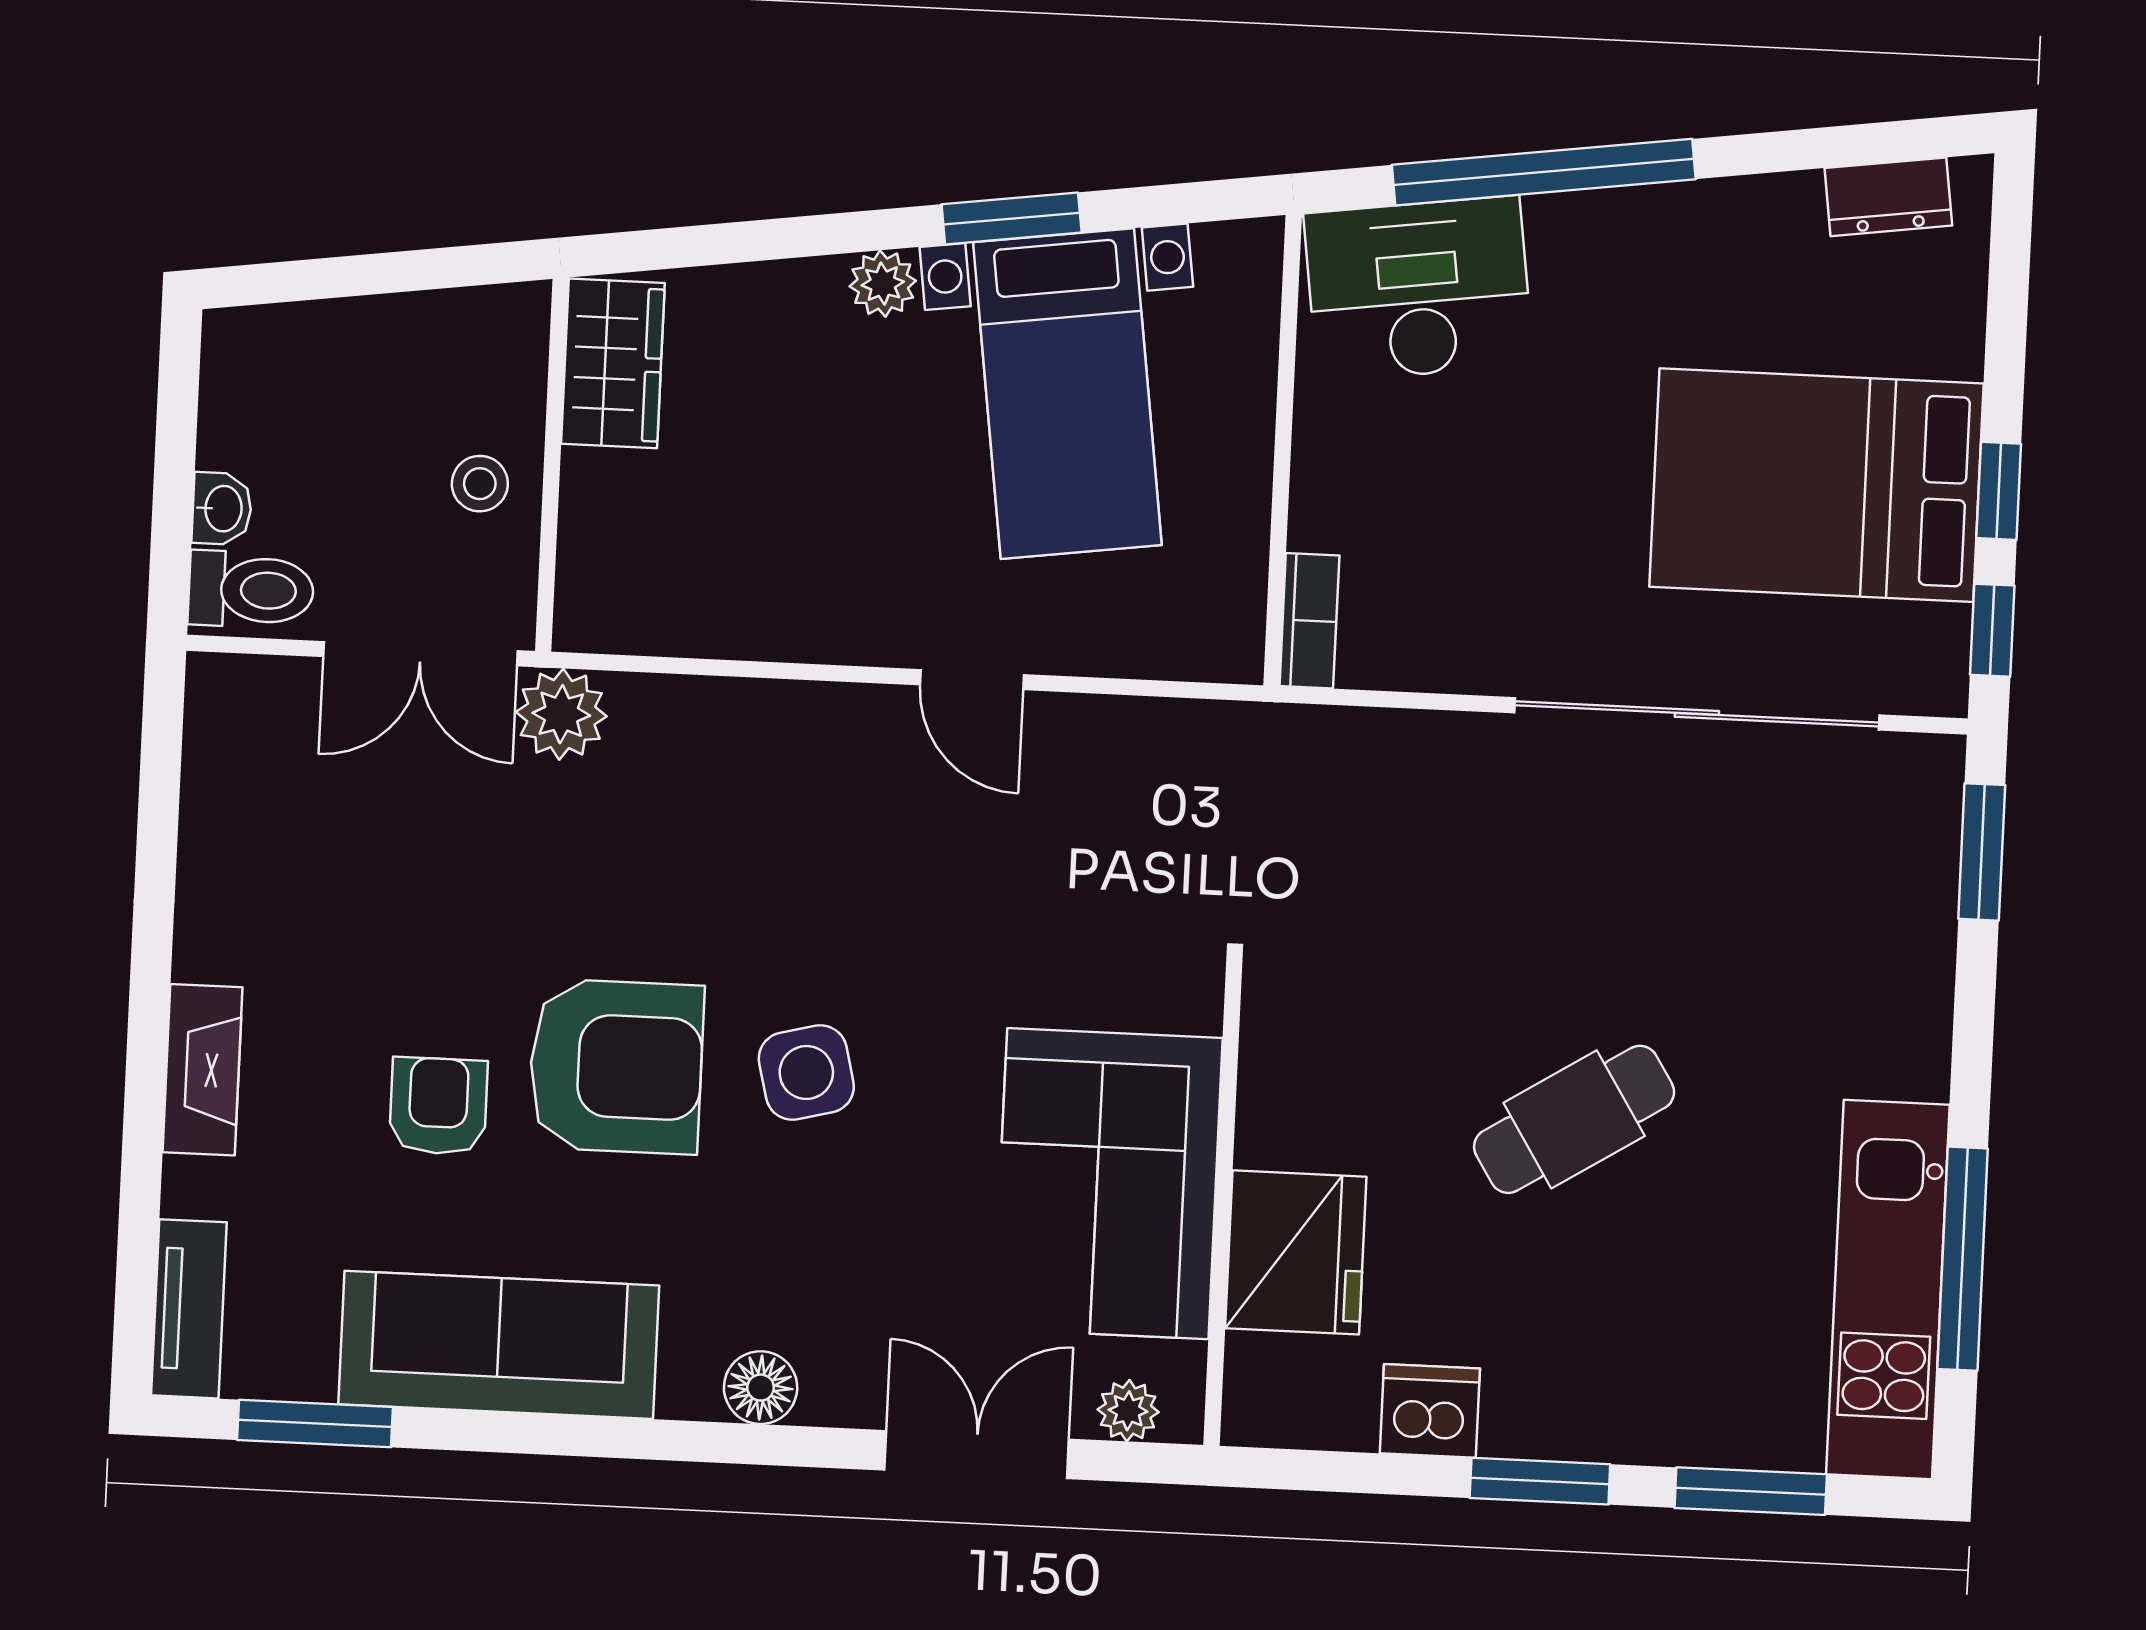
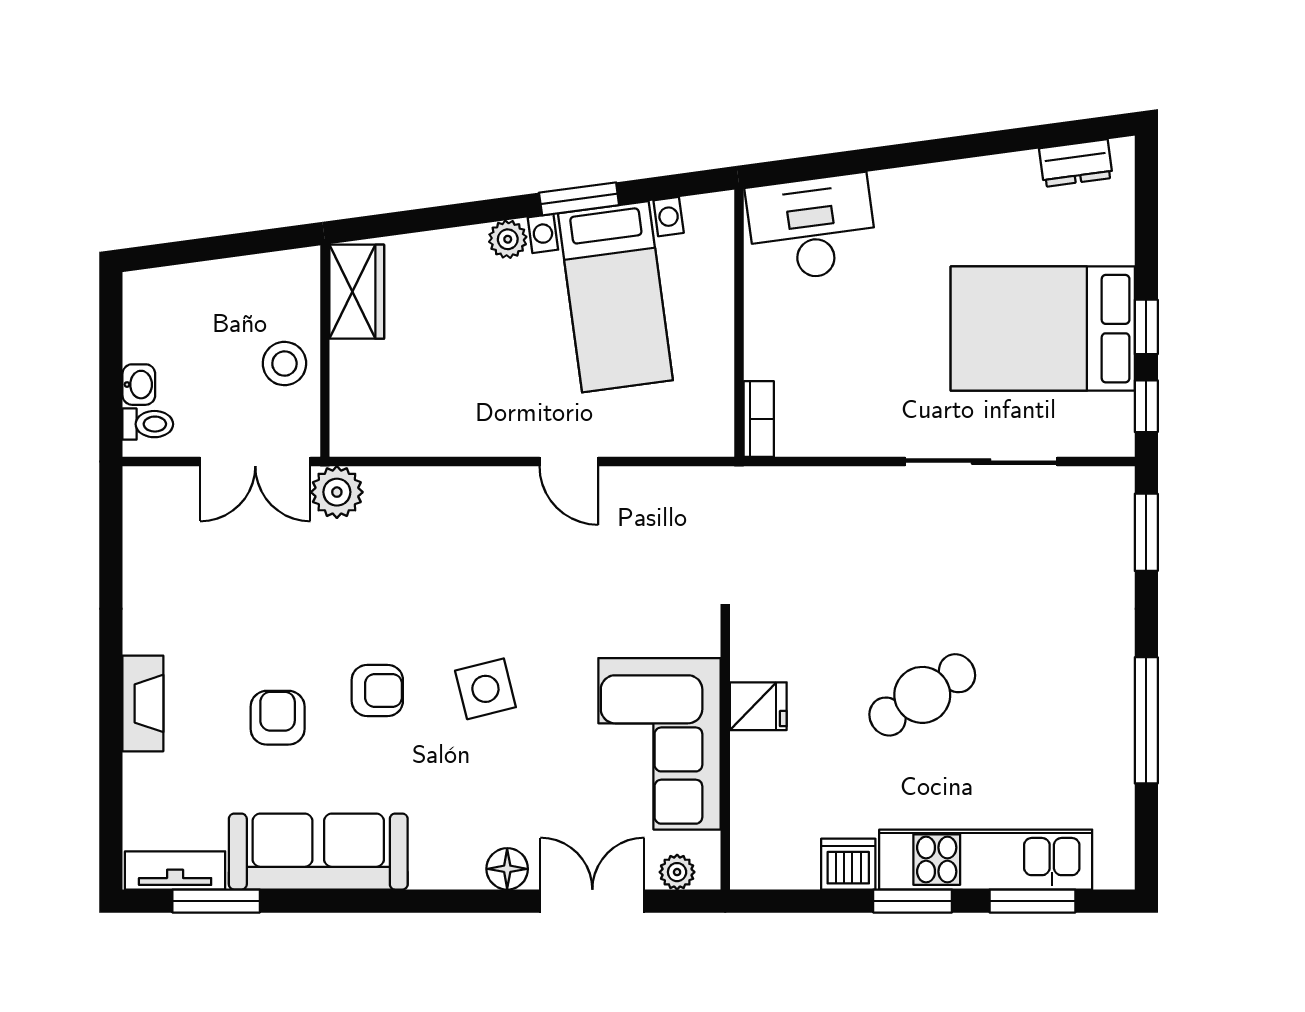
window: (1544, 172) -> (880, 158), removed
stool: (480, 484) -> (284, 364), width x1.37, depth x1.37
toilet: (251, 590) -> (148, 424), width x0.73, depth x0.72
sliding door: (1697, 714) -> (981, 462), width x0.73
armchair: (616, 1066) -> (377, 690), width x0.53, depth x0.53
fridge: (1296, 1252) -> (758, 706), moved, width x0.53, depth x0.75
window: (1963, 1259) -> (1146, 720), moved
kitchen unit: (1888, 1290) -> (986, 860), moved, turned 90
tv unit: (189, 1309) -> (175, 870), moved, turned -90
floor lamp: (761, 1388) -> (507, 869), moved

